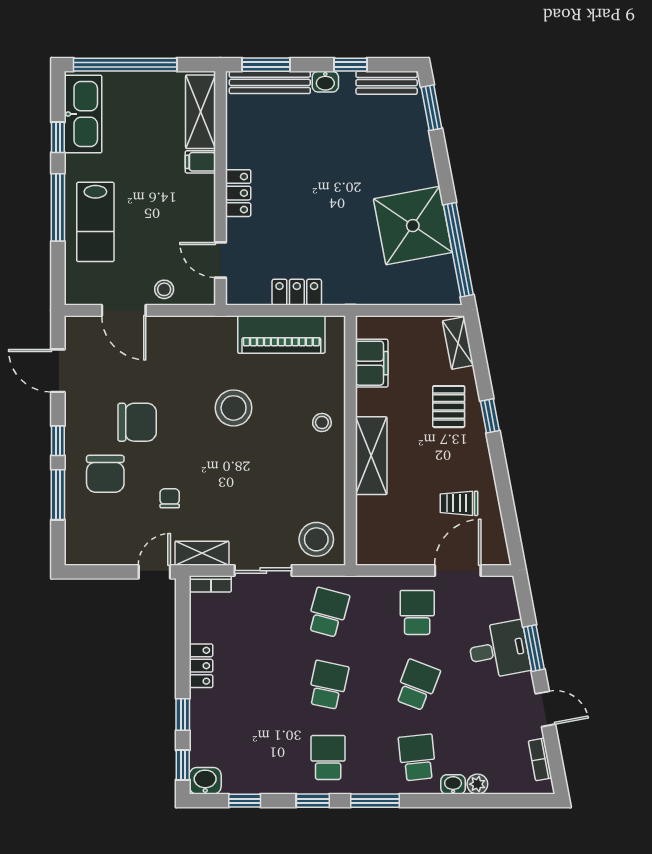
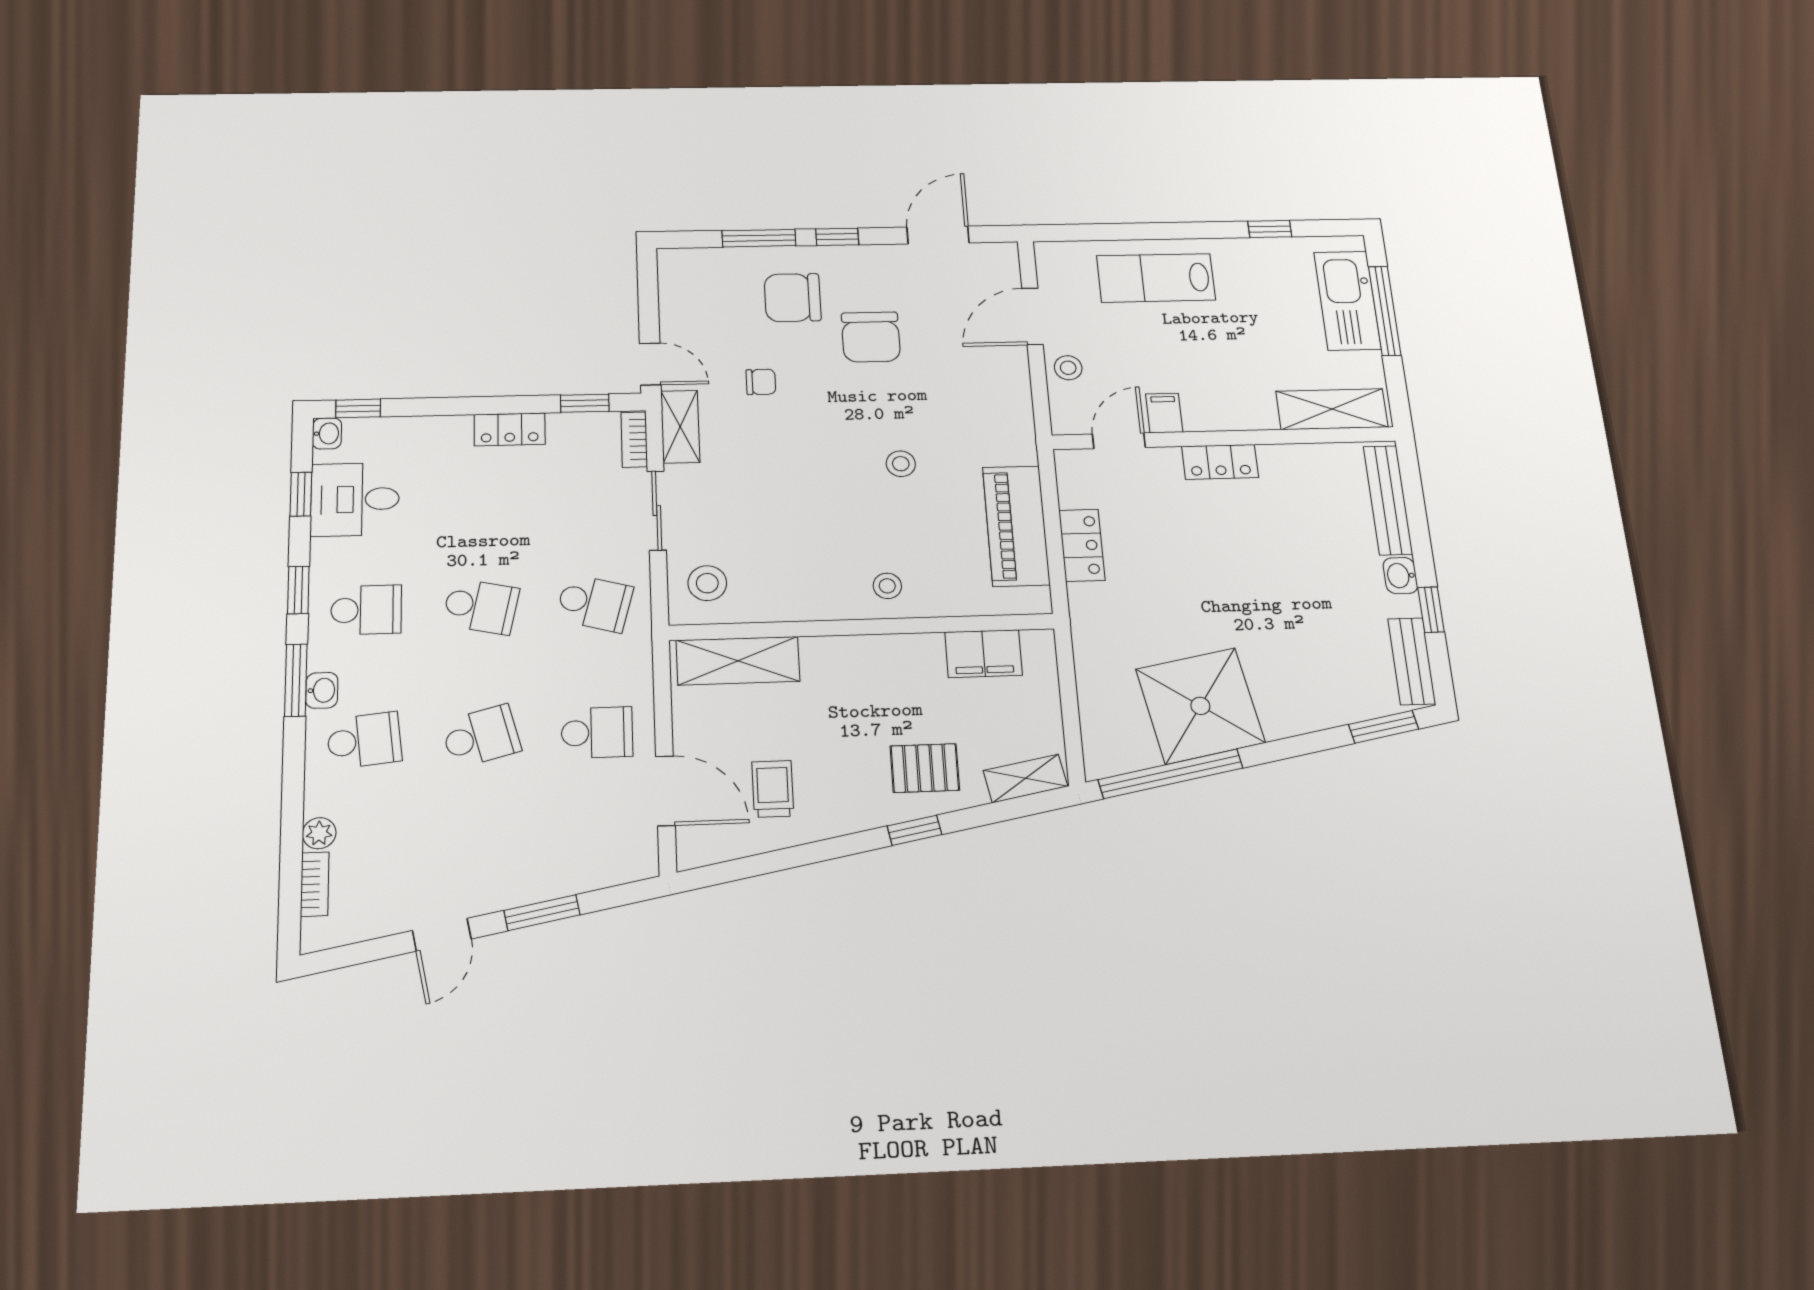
window: (125, 65) -> (1385, 311), width x0.68
window: (266, 65) -> (1413, 494), removed
kitchen sink: (83, 114) -> (1347, 301), moved, turned 90
filing cabinet: (200, 162) -> (1164, 413), moved
window: (58, 207) -> (1171, 231), removed
stool: (234, 408) -> (901, 464), width x0.53, depth x0.53
shelving: (371, 456) -> (738, 661), moved
stool: (316, 539) -> (707, 583), width x0.73, depth x0.73
desk: (499, 650) -> (355, 499), moved, turned 101
school desk: (417, 685) -> (481, 736), turned -36
window: (183, 714) -> (585, 403), moved
bookcase: (540, 759) -> (315, 884), moved, turned 101
washbasin: (205, 781) -> (327, 433), width x0.72, depth x0.69
washbasin: (453, 784) -> (322, 690), moved

